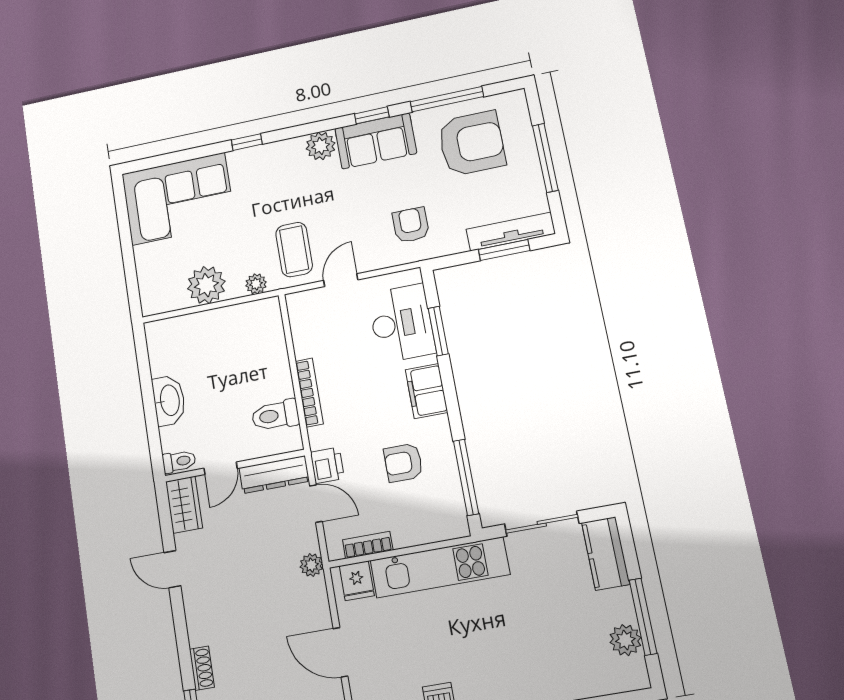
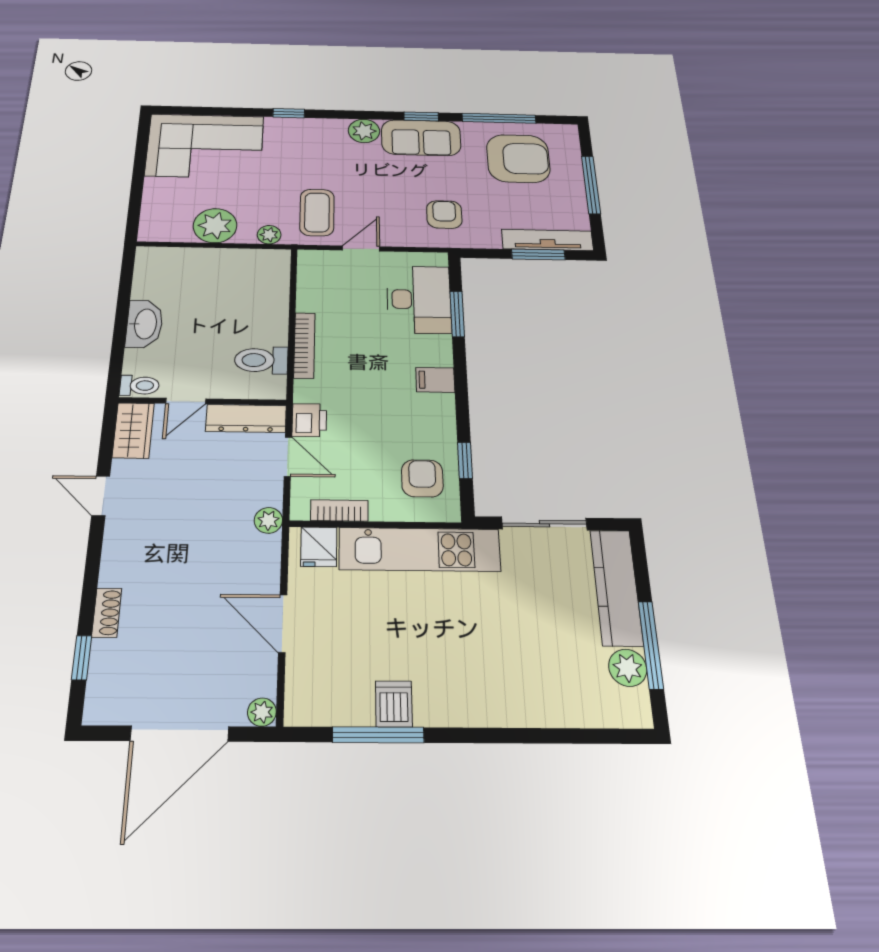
filing cabinet: (426, 391) -> (435, 380), width x0.50
armchair: (403, 463) -> (422, 478), moved, turned 90
window: (466, 477) -> (465, 460), width x0.46
kitchen counter: (606, 553) -> (616, 587), width x1.50

